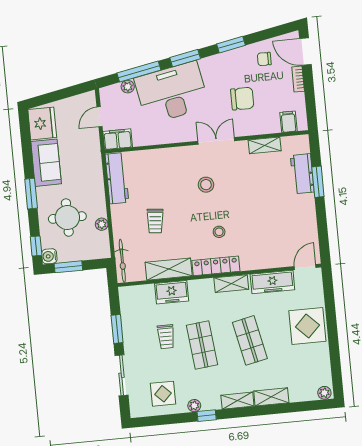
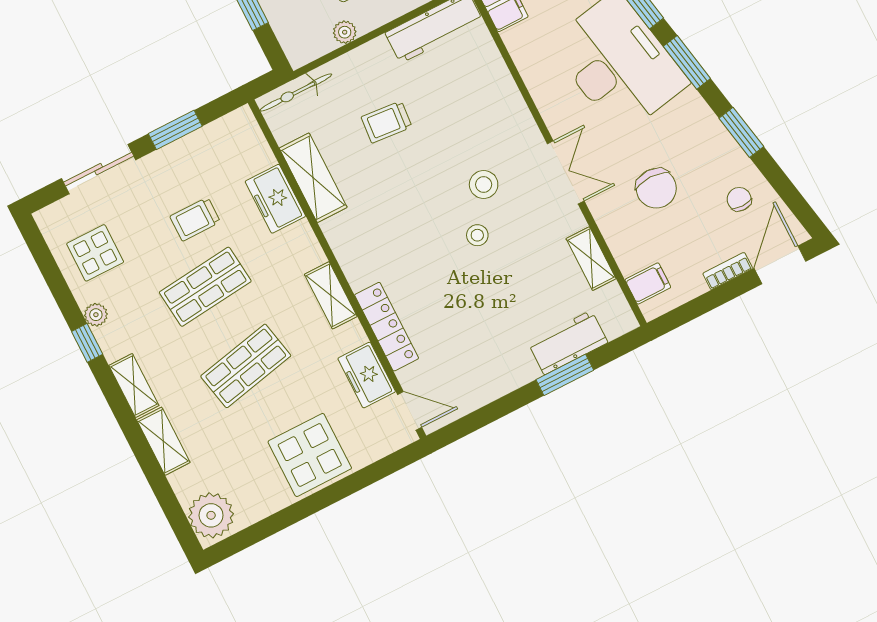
stool: (219, 232) -> (477, 235), moved
locker: (216, 266) -> (387, 327), moved
freezer: (272, 282) -> (367, 375), width x0.71
plant: (324, 393) -> (211, 515), width x1.88, depth x1.88

